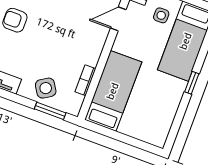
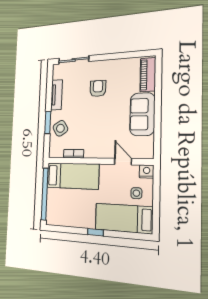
window: (50, 111) -> (48, 123), moved
window: (123, 138) -> (45, 194), added

